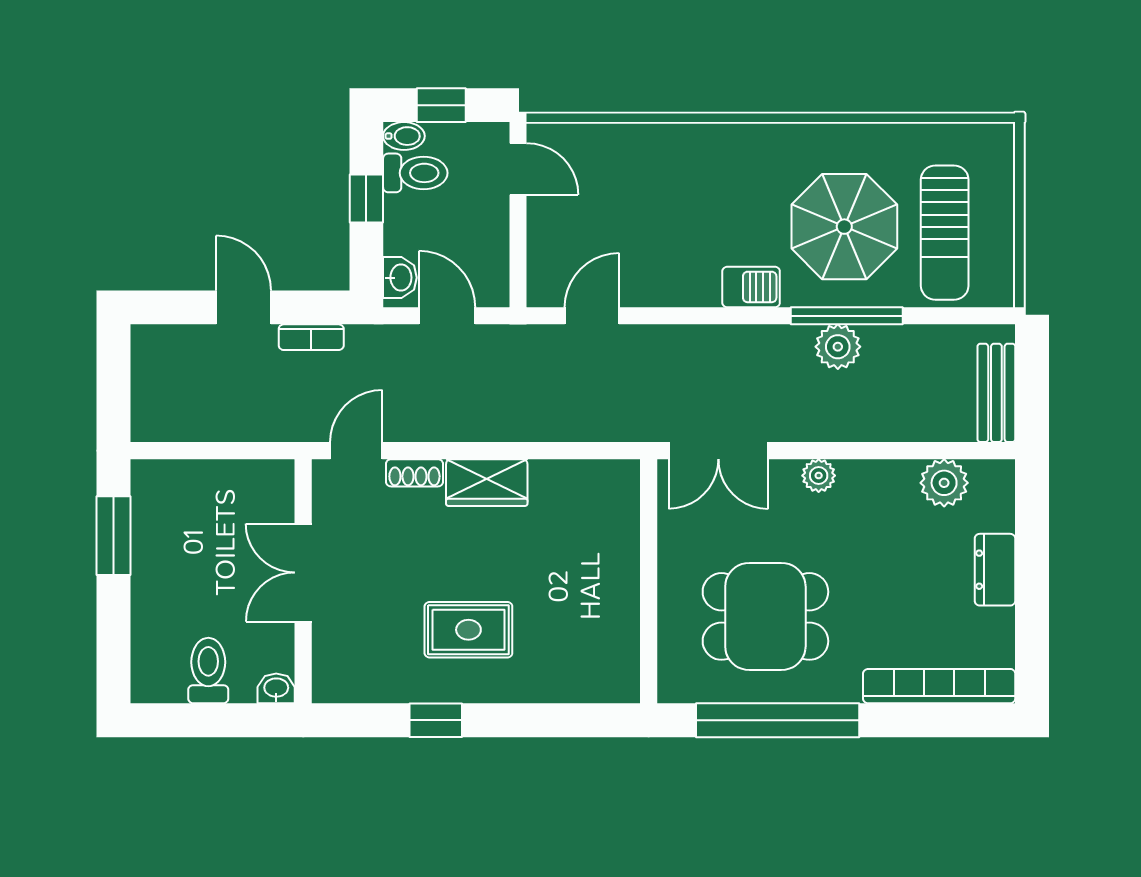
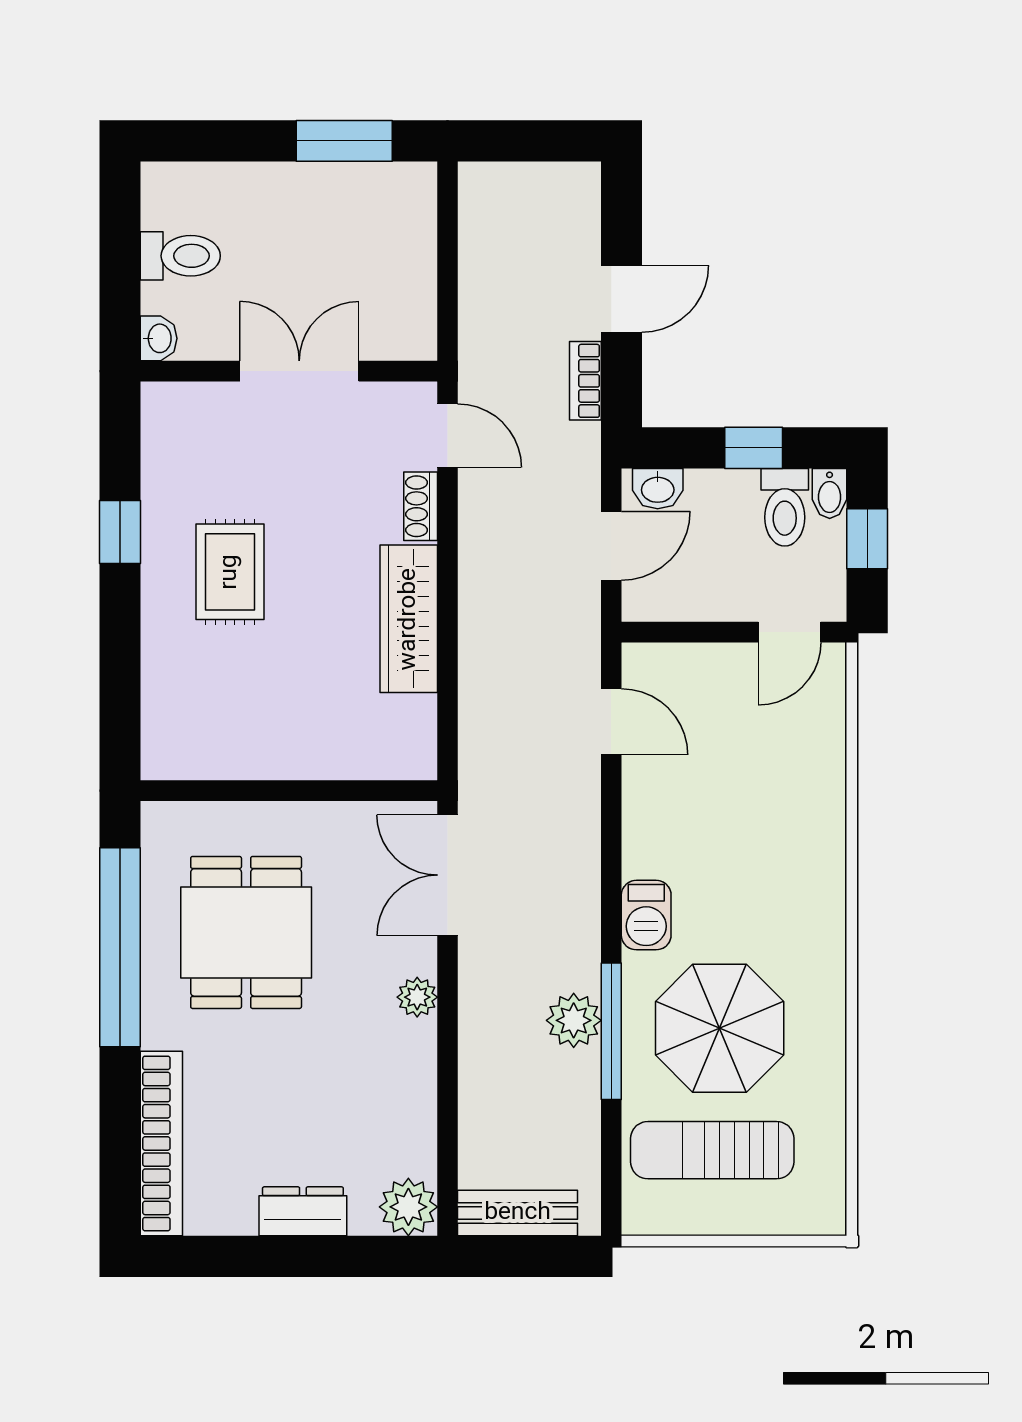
wardrobe: (487, 483) -> (409, 619), width x1.50
plant: (944, 483) -> (408, 1207), moved

